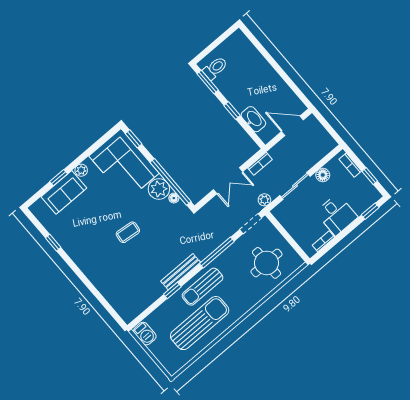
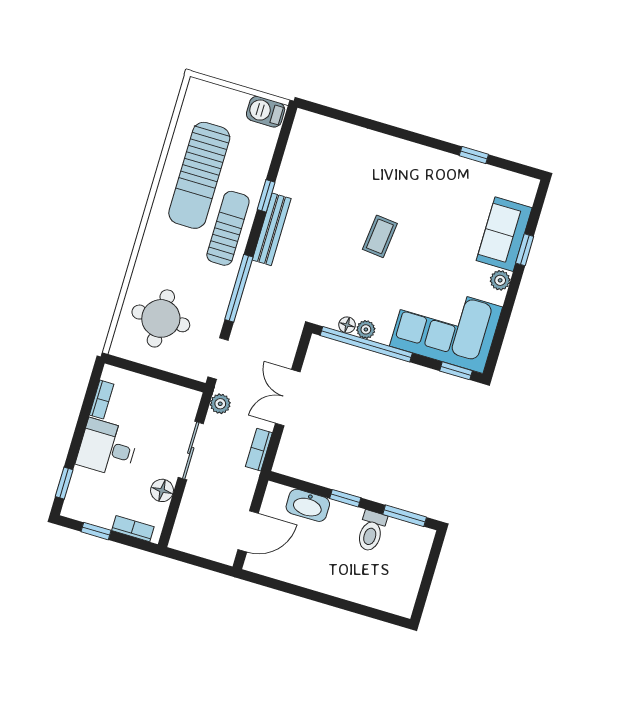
toilet: (215, 68) -> (371, 531), moved
plant: (159, 189) -> (366, 329), width x0.53, depth x0.53

